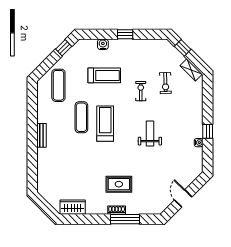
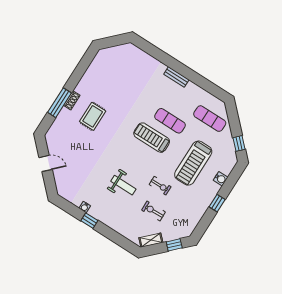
treadmill: (104, 75) -> (193, 163), width x1.37, depth x1.38
treadmill: (105, 124) -> (152, 138), turned 180
weight bench: (150, 134) -> (123, 185), moved
wardrobe: (73, 207) -> (98, 64), removed

